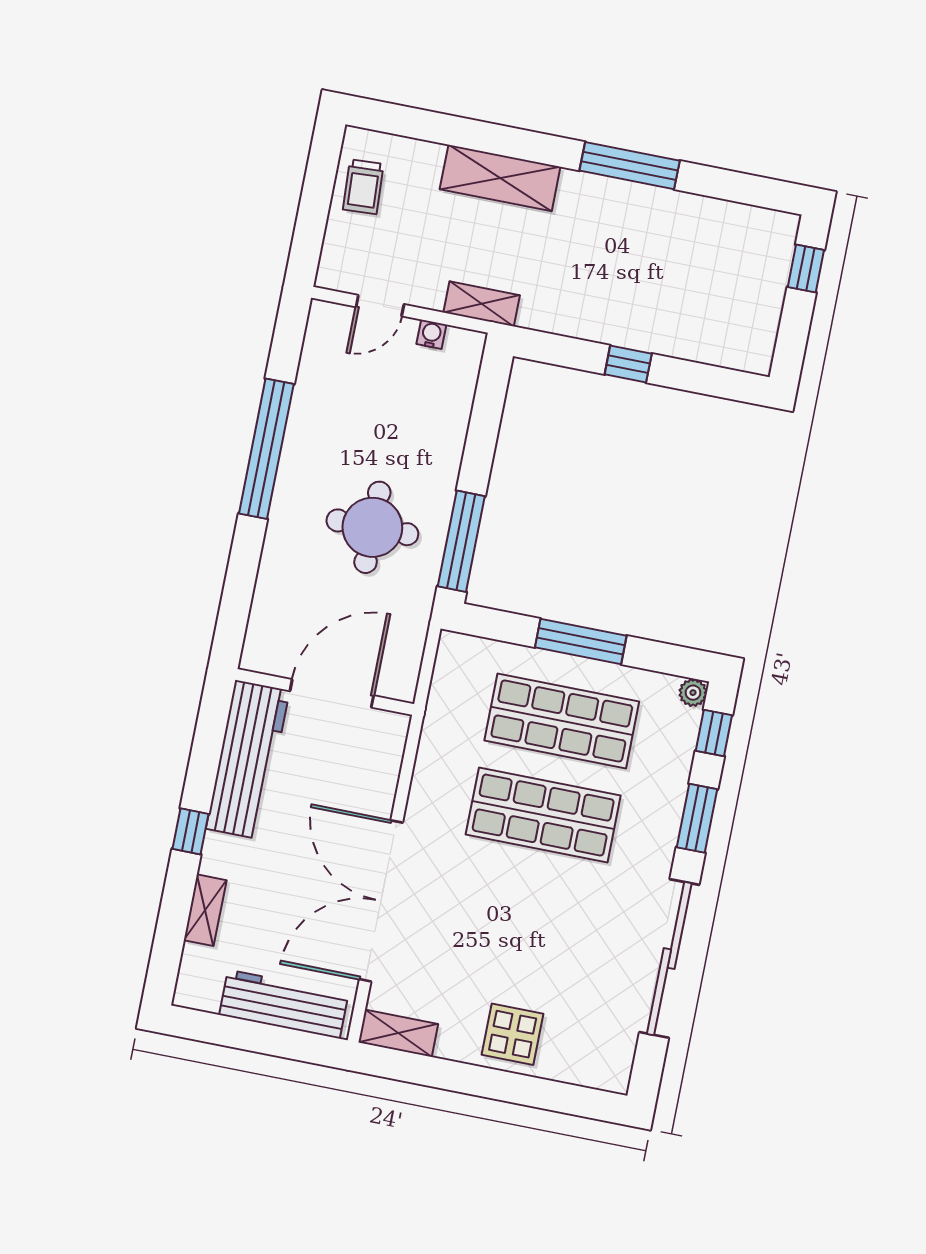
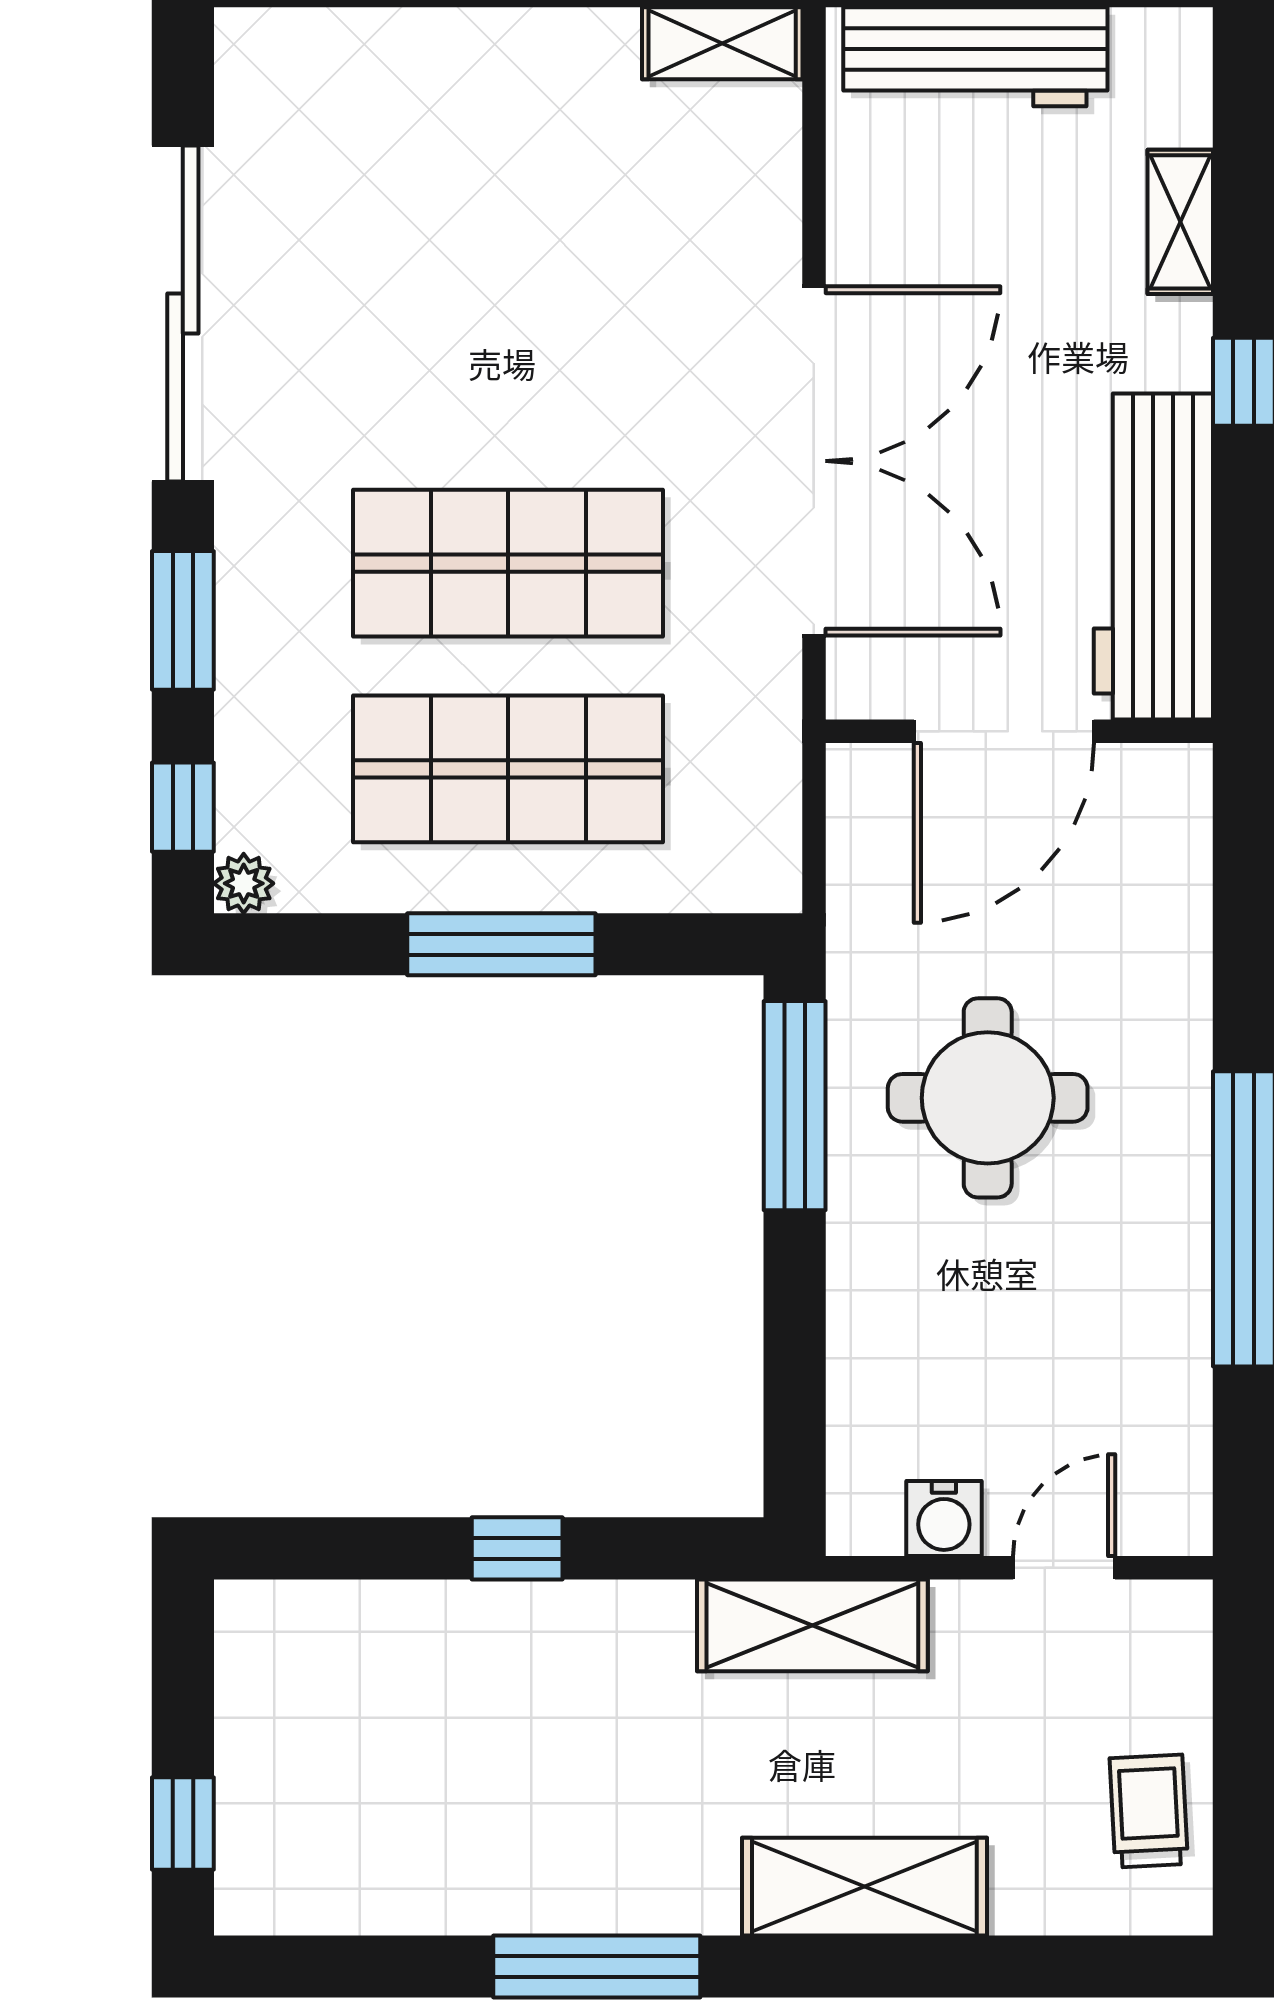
shelving: (482, 304) -> (812, 1625), width x1.50, depth x1.33
water cooler: (431, 334) -> (944, 1518), width x1.38, depth x1.38
double door: (381, 901) -> (814, 461), moved
display table: (513, 1034) -> (481, 89), removed

